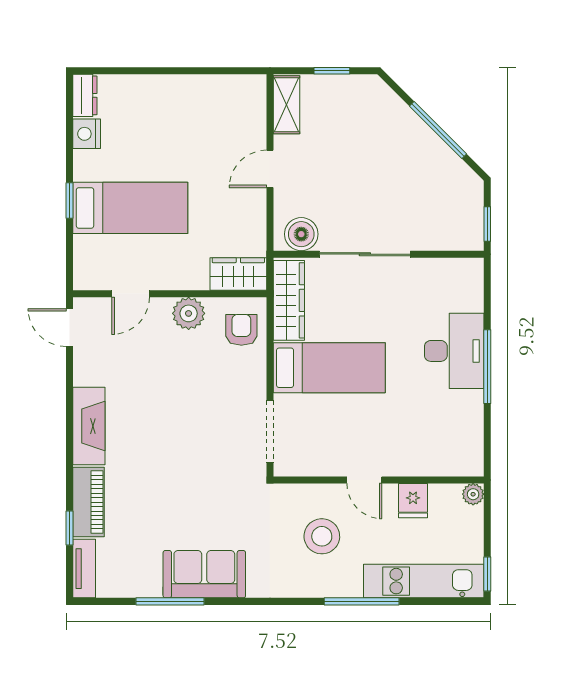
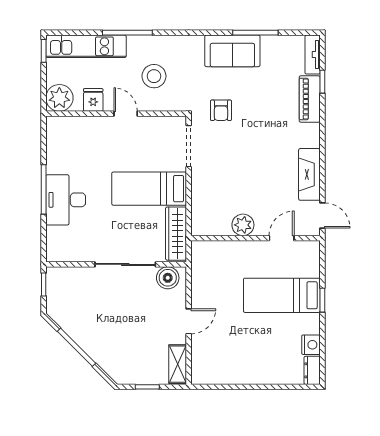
wardrobe: (238, 274) -> (210, 251), removed
armchair: (241, 330) -> (221, 110), moved
fireplace: (89, 426) -> (309, 174), moved
plant: (473, 494) -> (59, 98), width x1.87, depth x1.87

